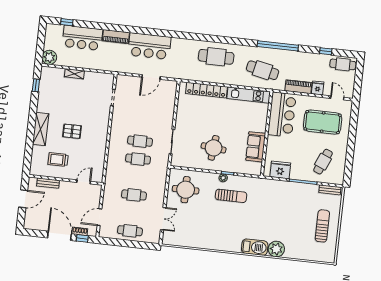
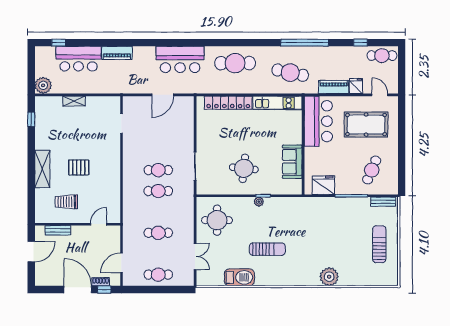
bar counter: (149, 46) -> (180, 59), moved
sun lounger: (231, 196) -> (267, 249), moved
barbecue: (255, 247) -> (239, 277), moved

